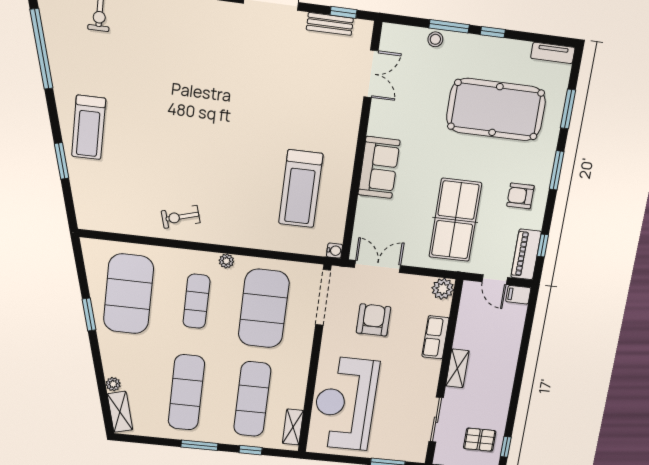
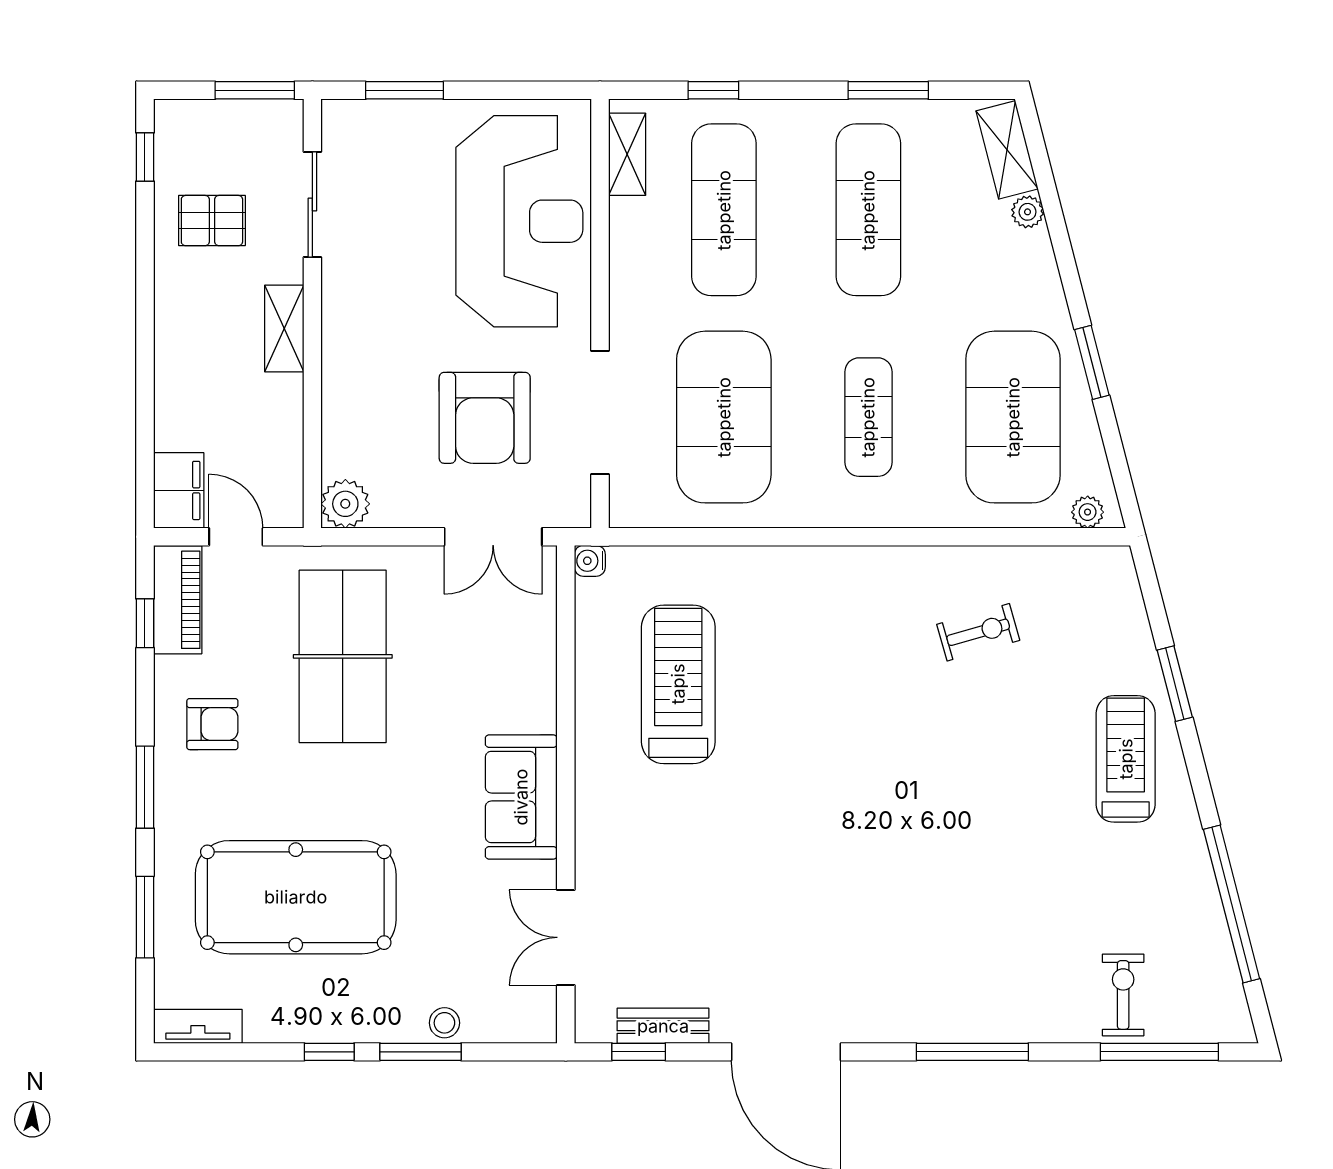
sofa: (379, 167) -> (521, 797), moved
exercise bike: (181, 217) -> (978, 632), moved
plant: (226, 261) -> (1088, 512), moved
filing cabinet: (518, 295) -> (179, 490), width x2.00
doorway: (323, 297) -> (600, 412), moved
armchair: (373, 320) -> (485, 418), width x1.36, depth x1.36
row of seats: (436, 337) -> (344, 394), removed
pallet: (480, 440) -> (212, 221), moved
window: (199, 445) -> (888, 90), moved

